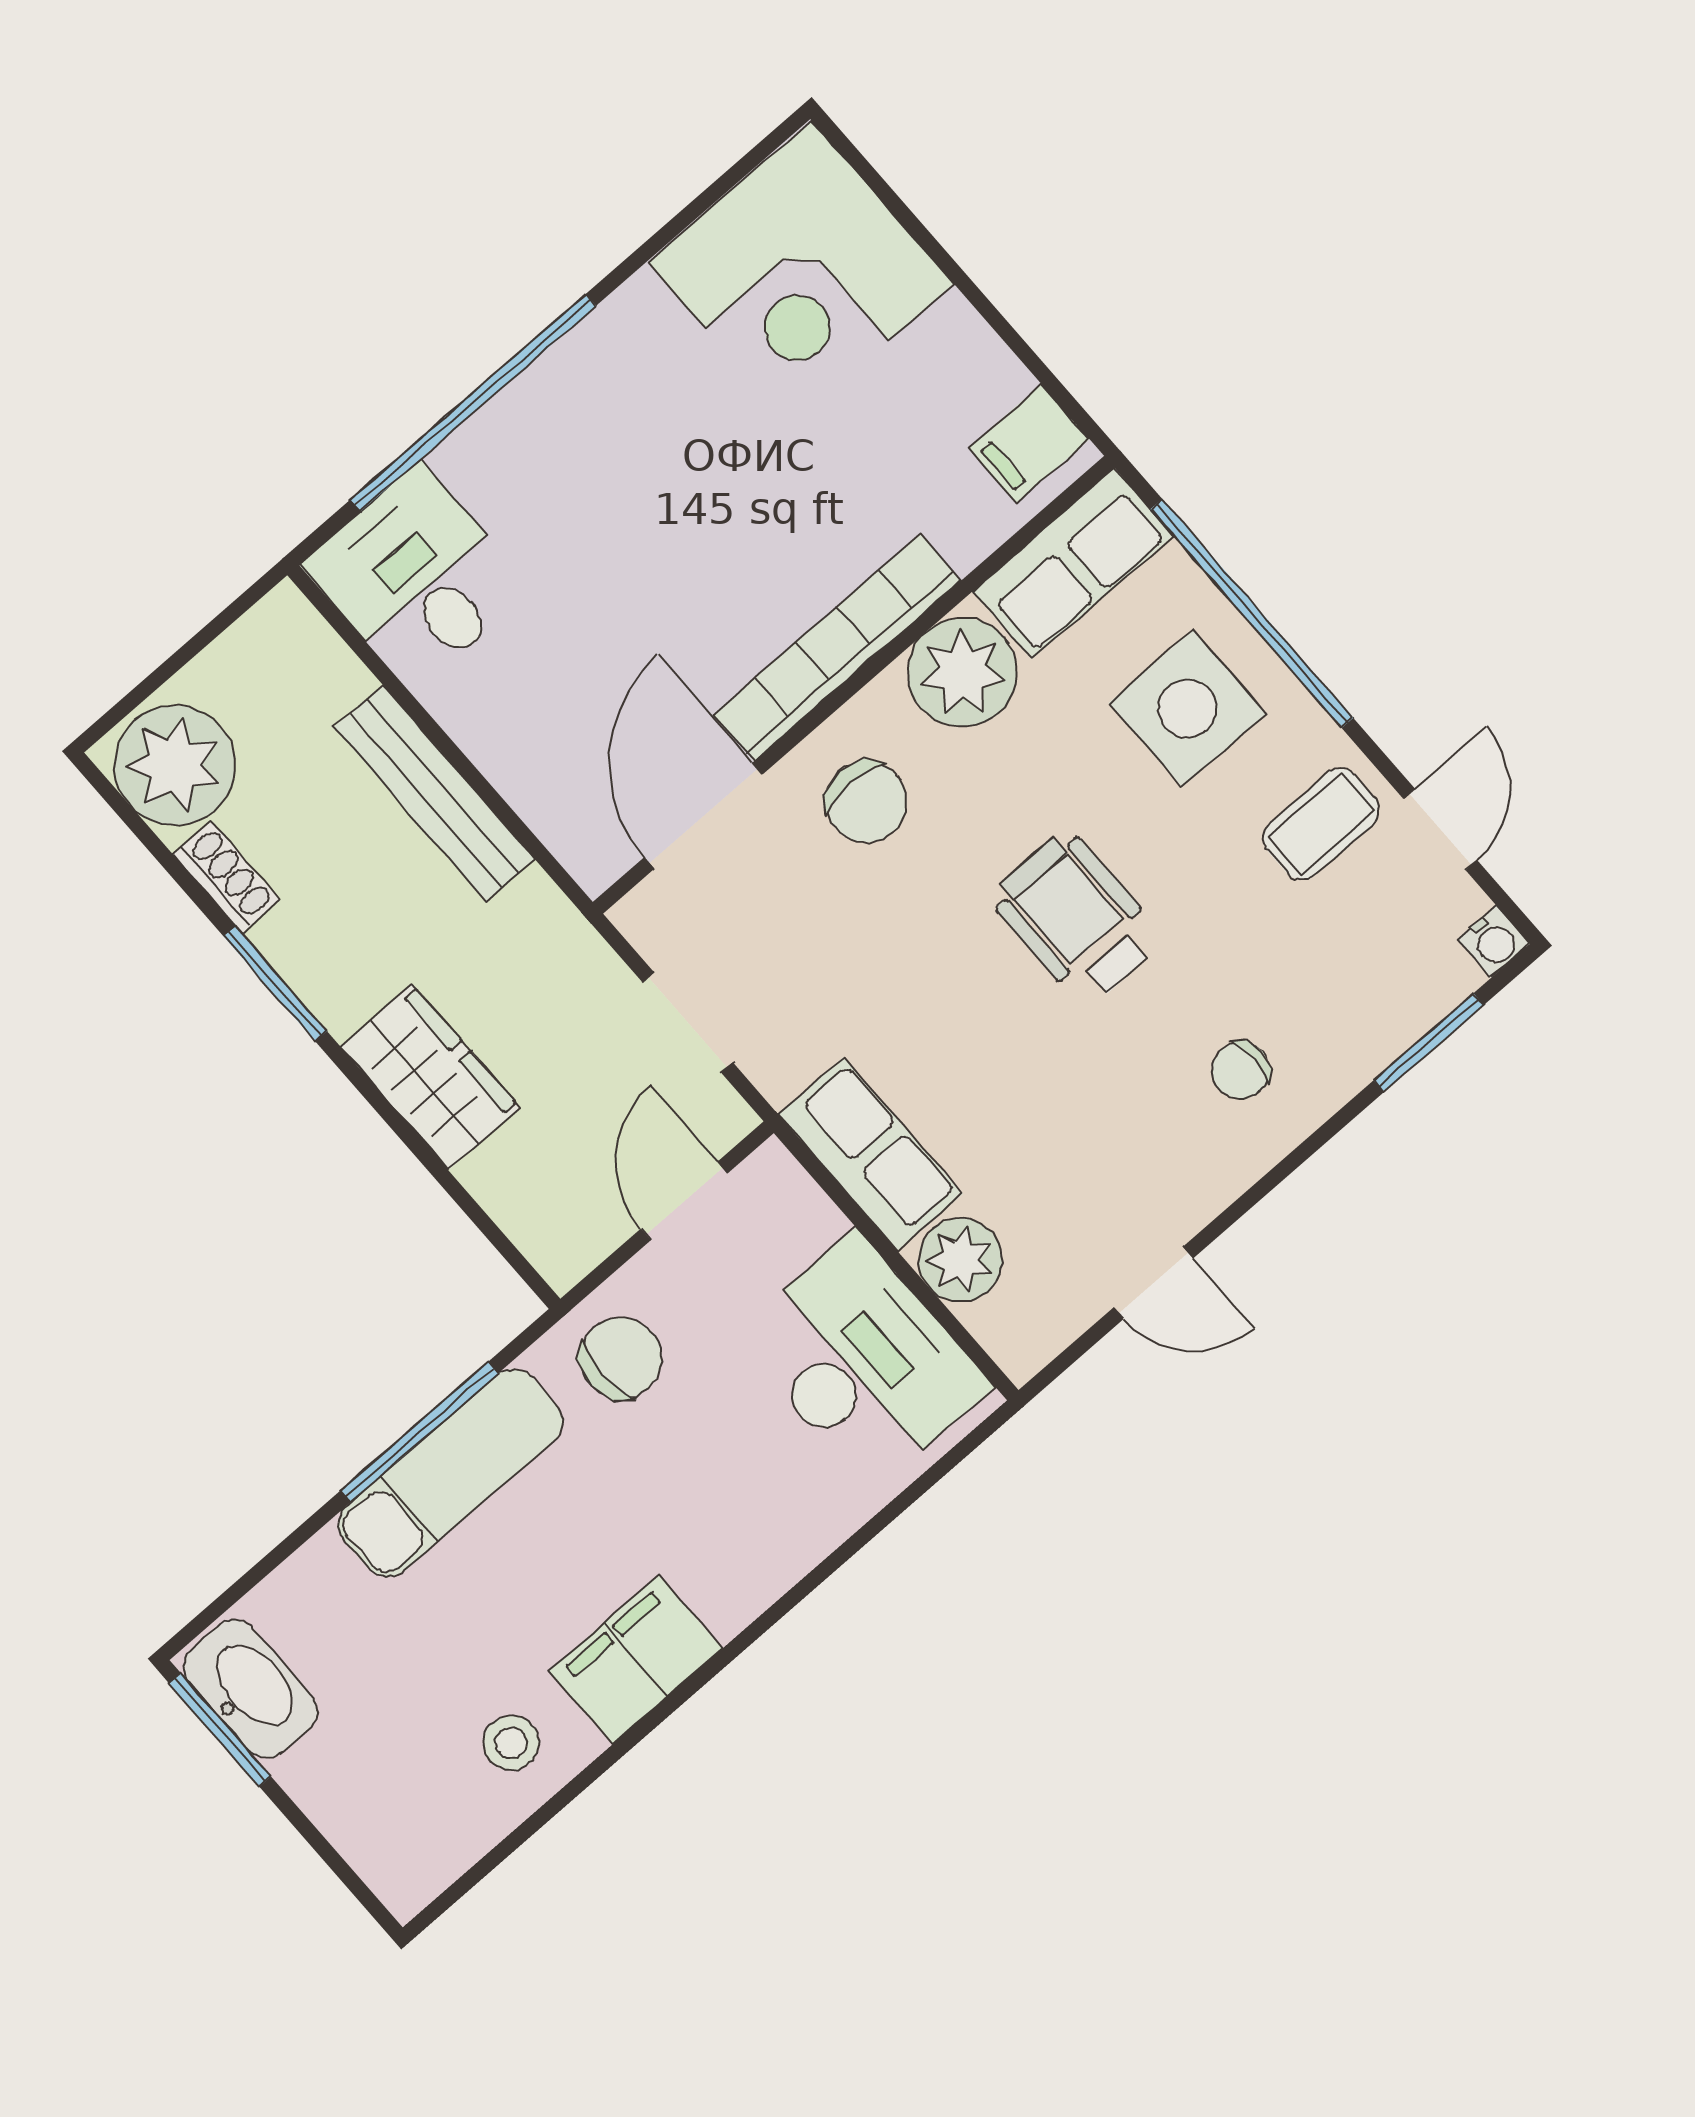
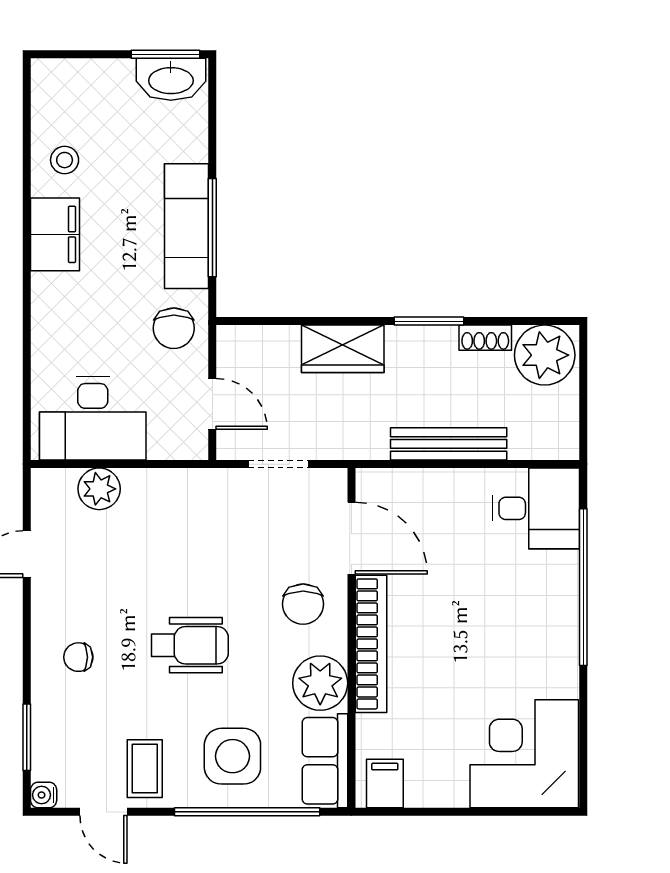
chair: (866, 802) -> (303, 604), turned -90
chair: (1241, 1070) -> (78, 657), turned -90
row of seats: (870, 1154) -> (169, 490), removed

